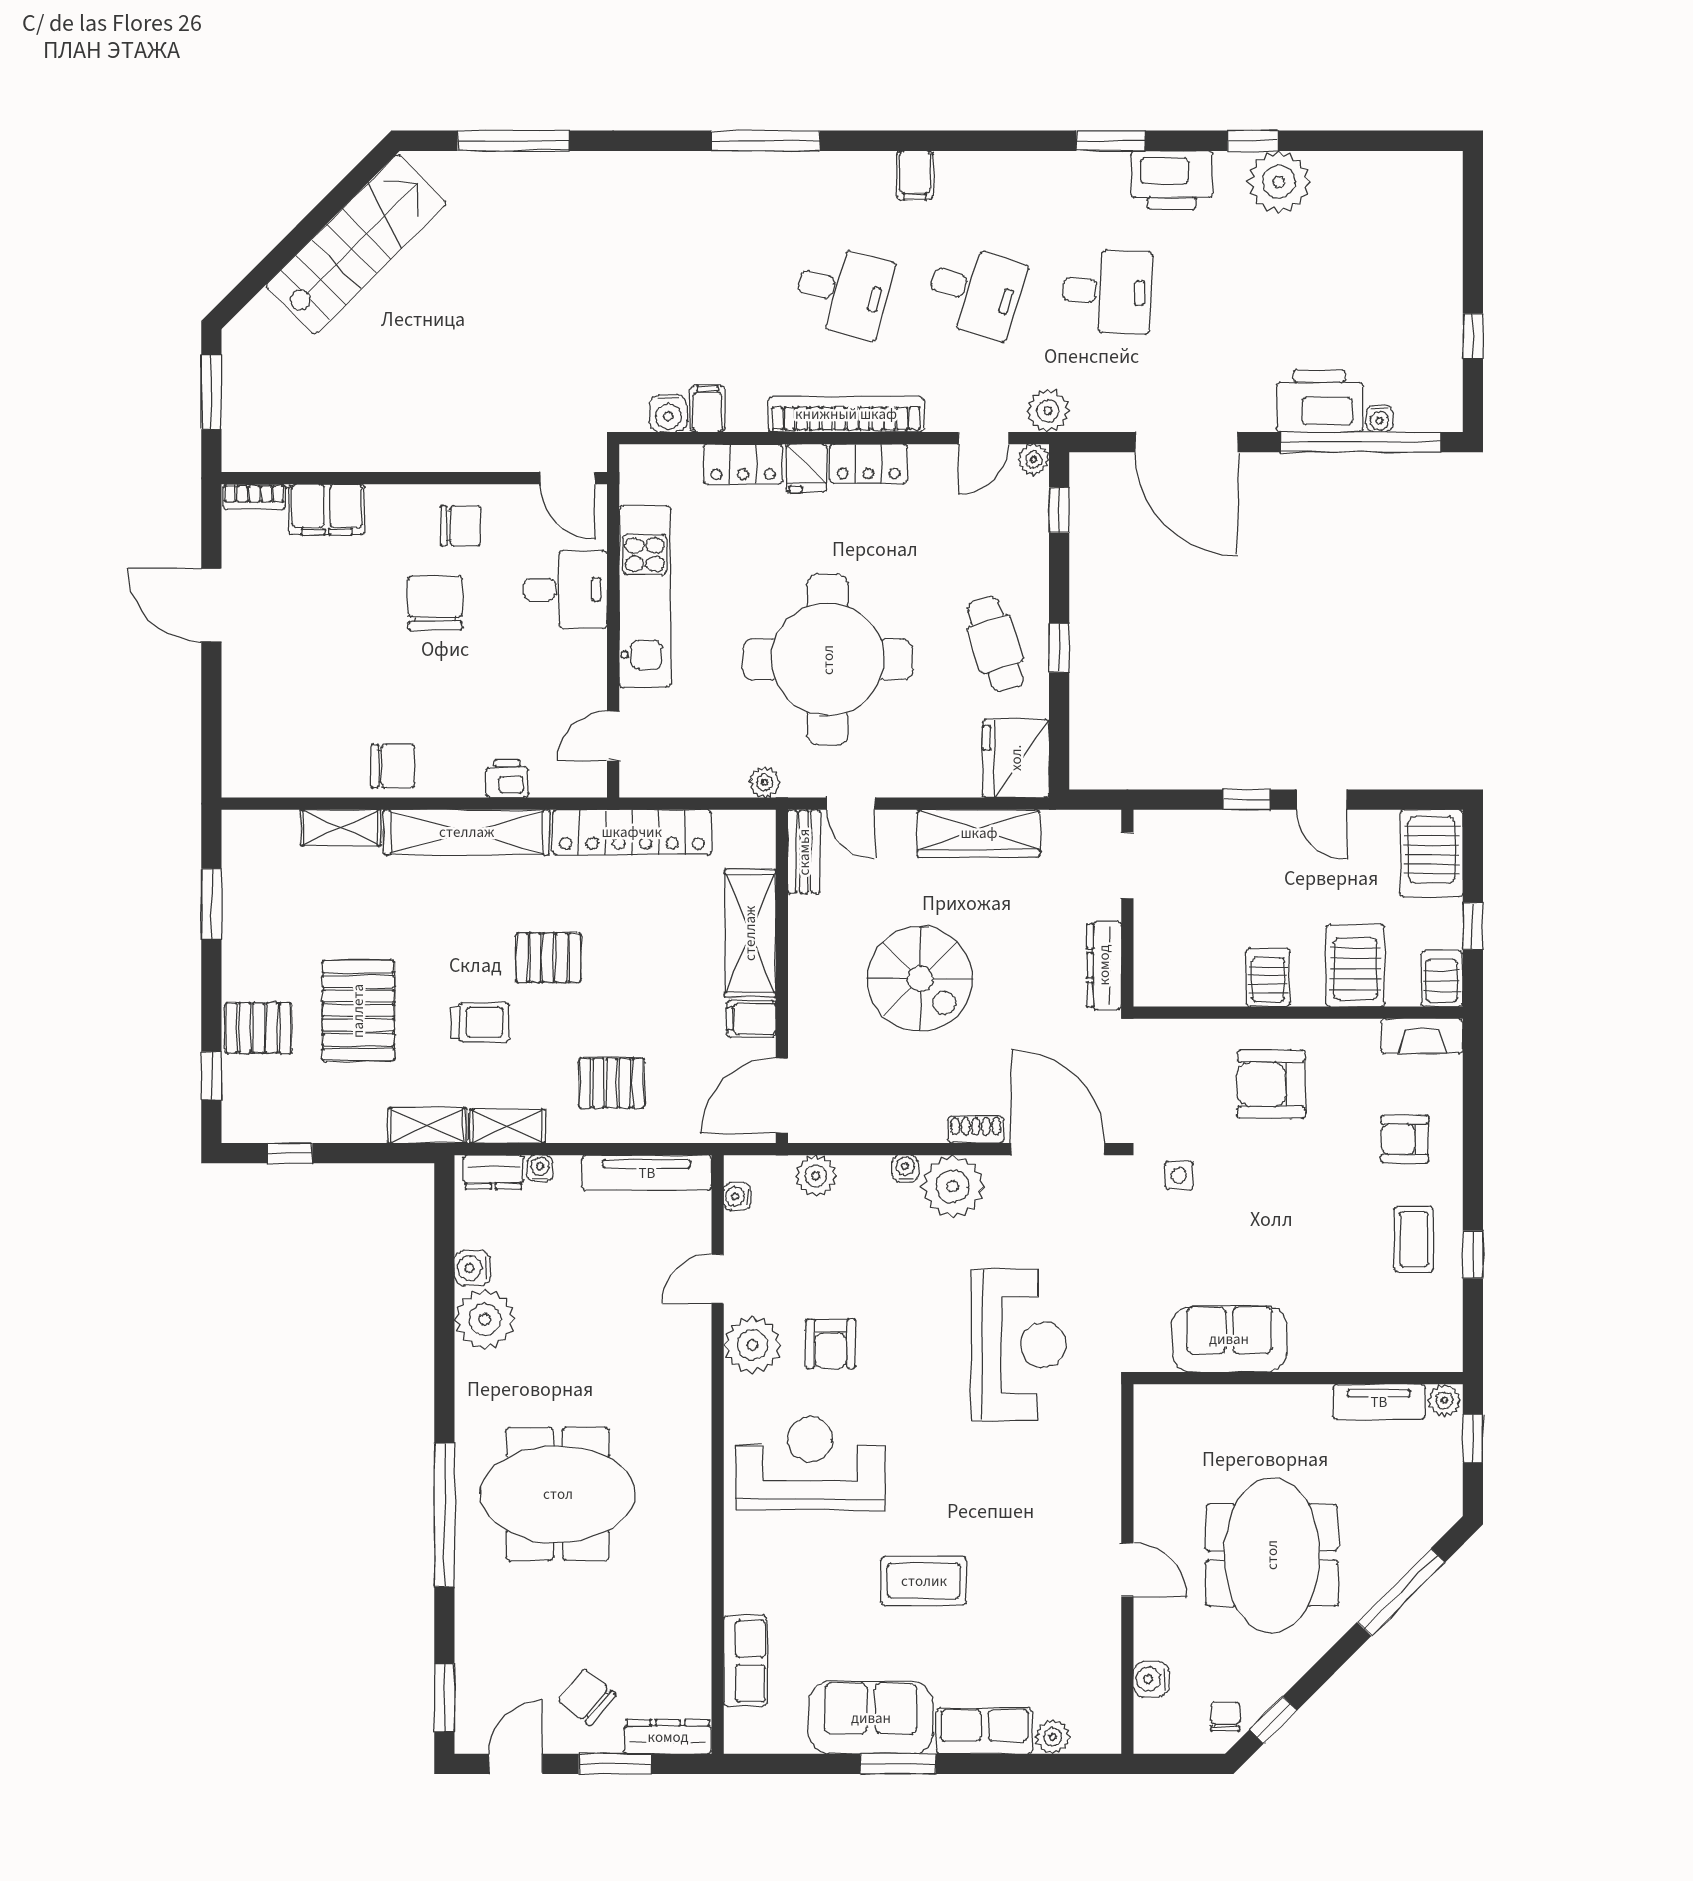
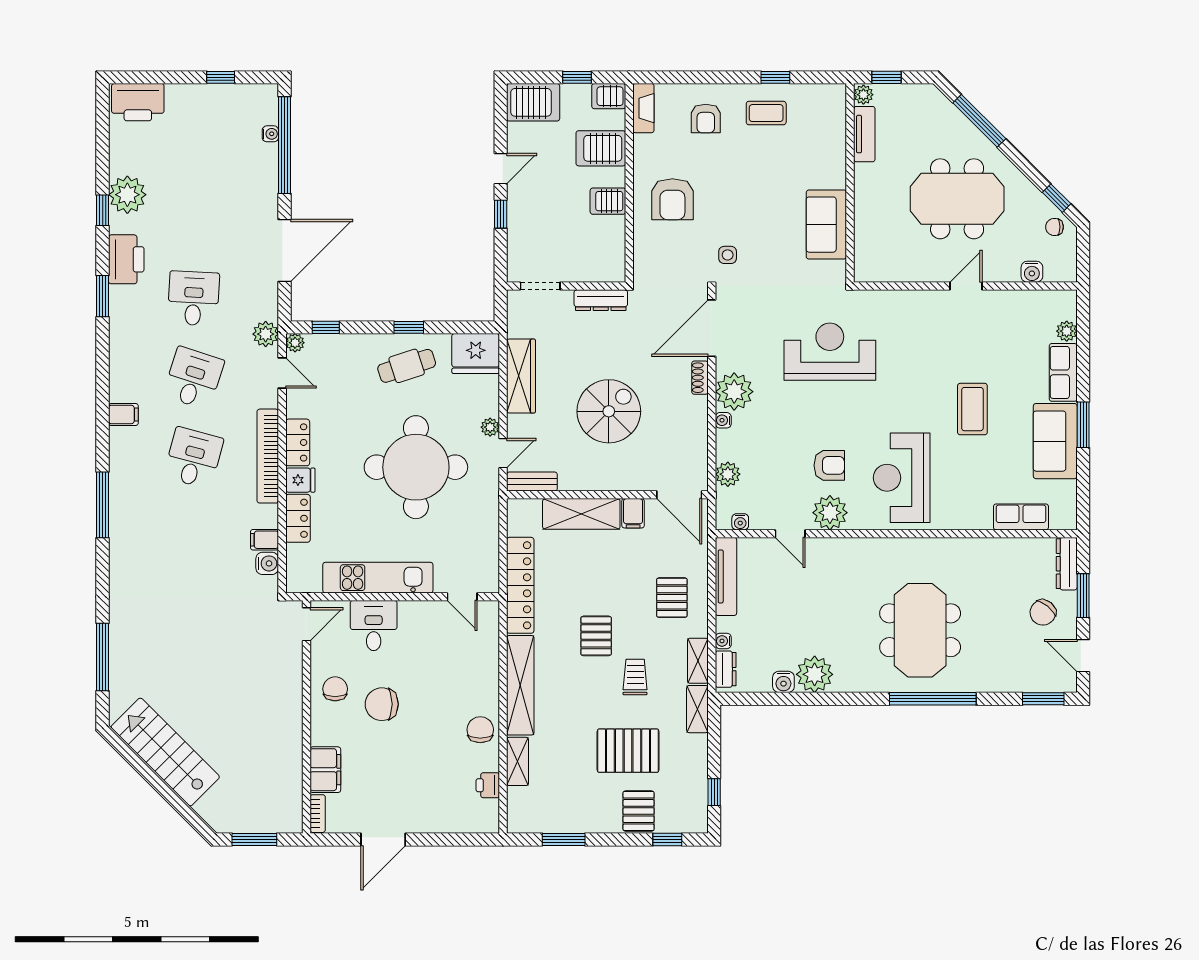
printer: (1320, 401) -> (138, 102), moved, turned -90
printer: (507, 778) -> (488, 785), moved
plant: (764, 782) -> (490, 427), moved

